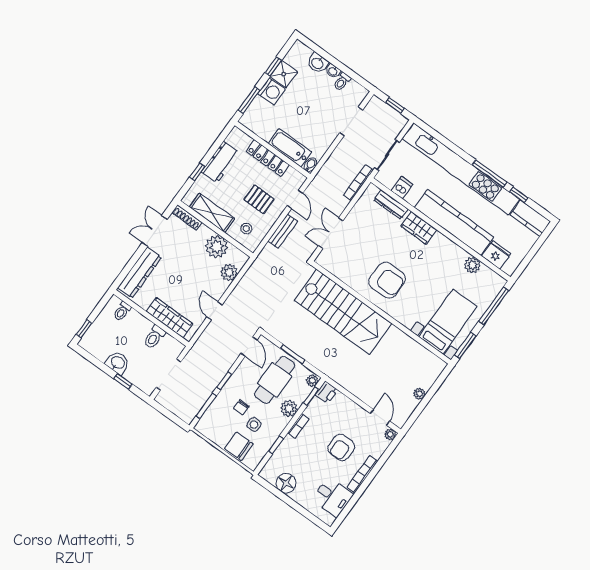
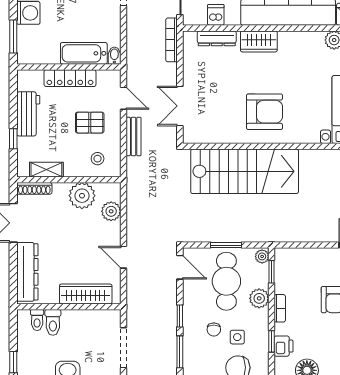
shelving: (212, 213) -> (46, 170), width x0.67, depth x0.75
toilet: (154, 337) -> (53, 322), moved
printer: (327, 392) -> (284, 346), moved

